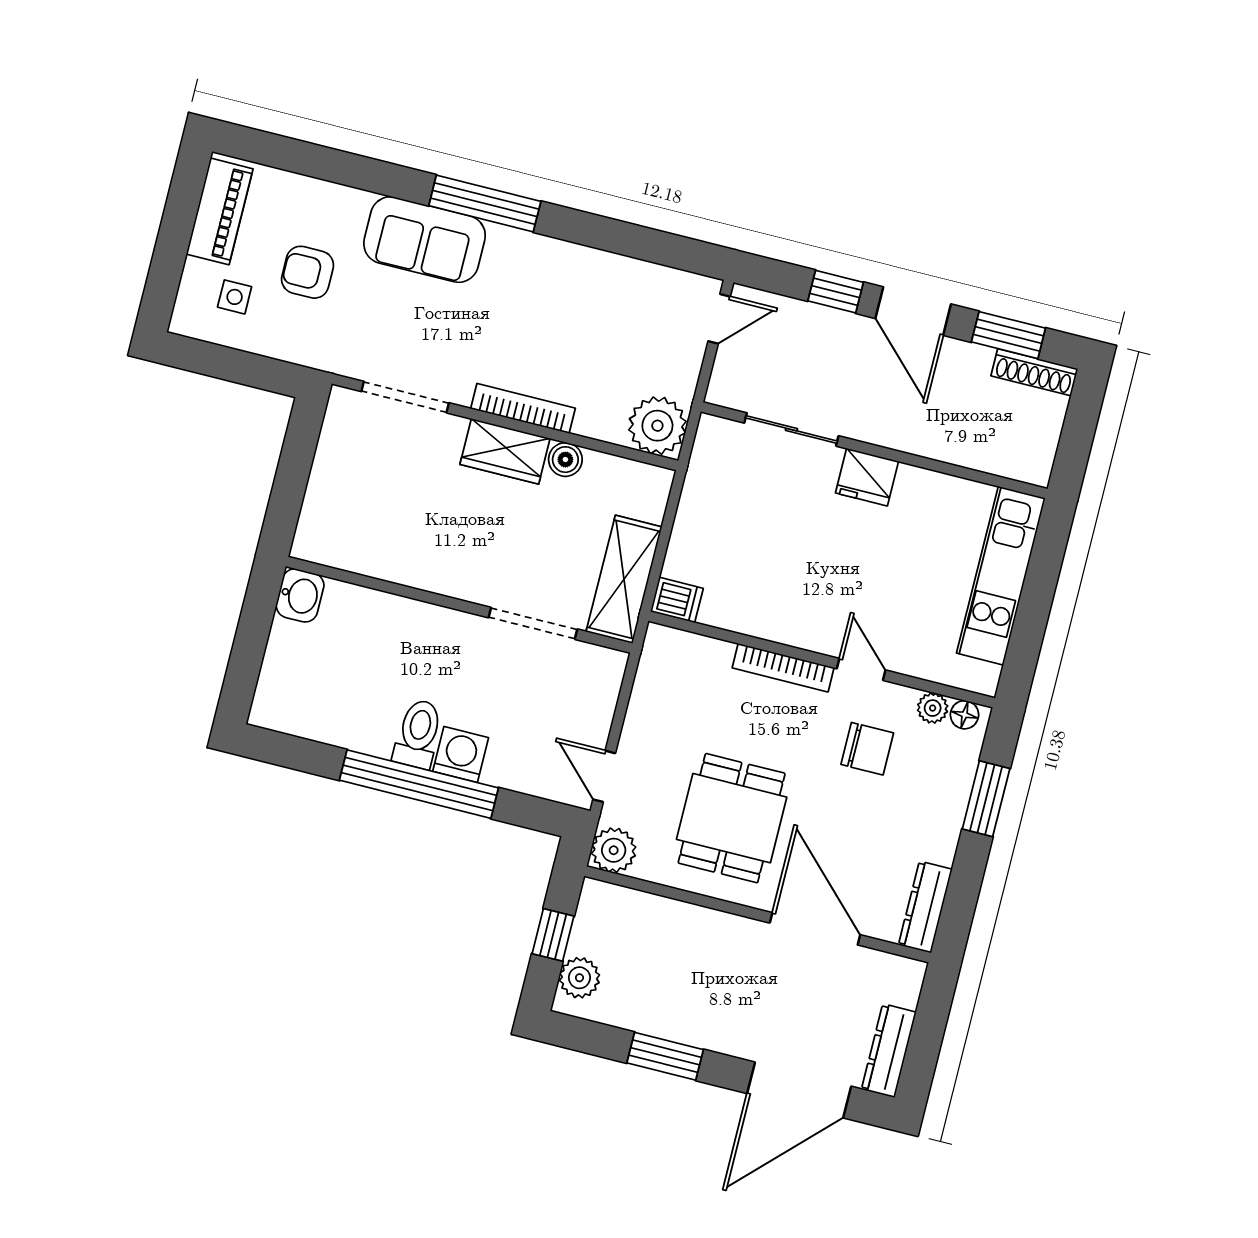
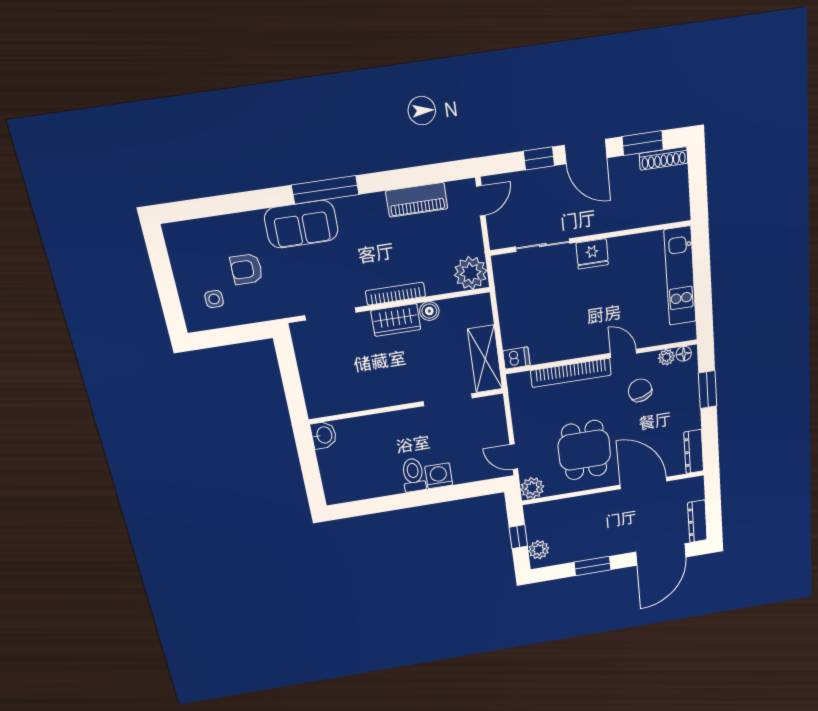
piano: (220, 211) -> (417, 200), moved, turned 90
bookcase: (783, 668) -> (571, 373), width x1.48, depth x1.31
chair: (867, 749) -> (640, 390), turned -109
window: (419, 784) -> (424, 497), removed

